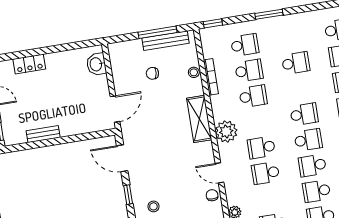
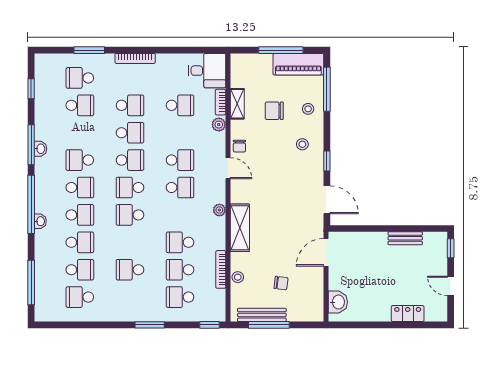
plant: (226, 132) -> (219, 210), width x0.53, depth x0.53

